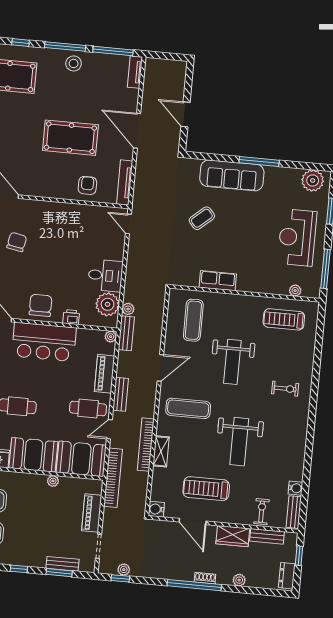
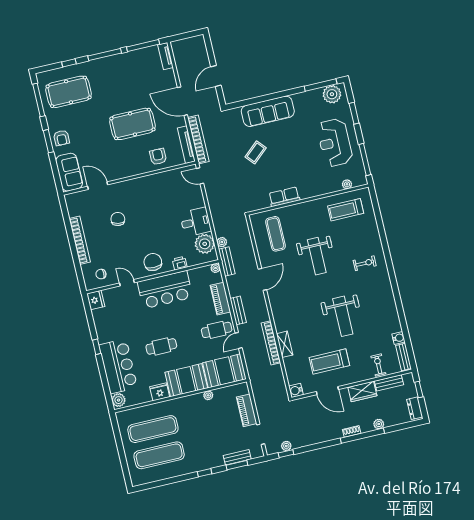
stool: (74, 63) -> (116, 65), removed
door: (185, 114) -> (216, 76), hinge flipped
window: (259, 161) -> (321, 85), moved
exercise mat: (188, 408) -> (294, 304), removed
bookcase: (113, 478) -> (198, 139), moved
window: (194, 585) -> (362, 436), moved

